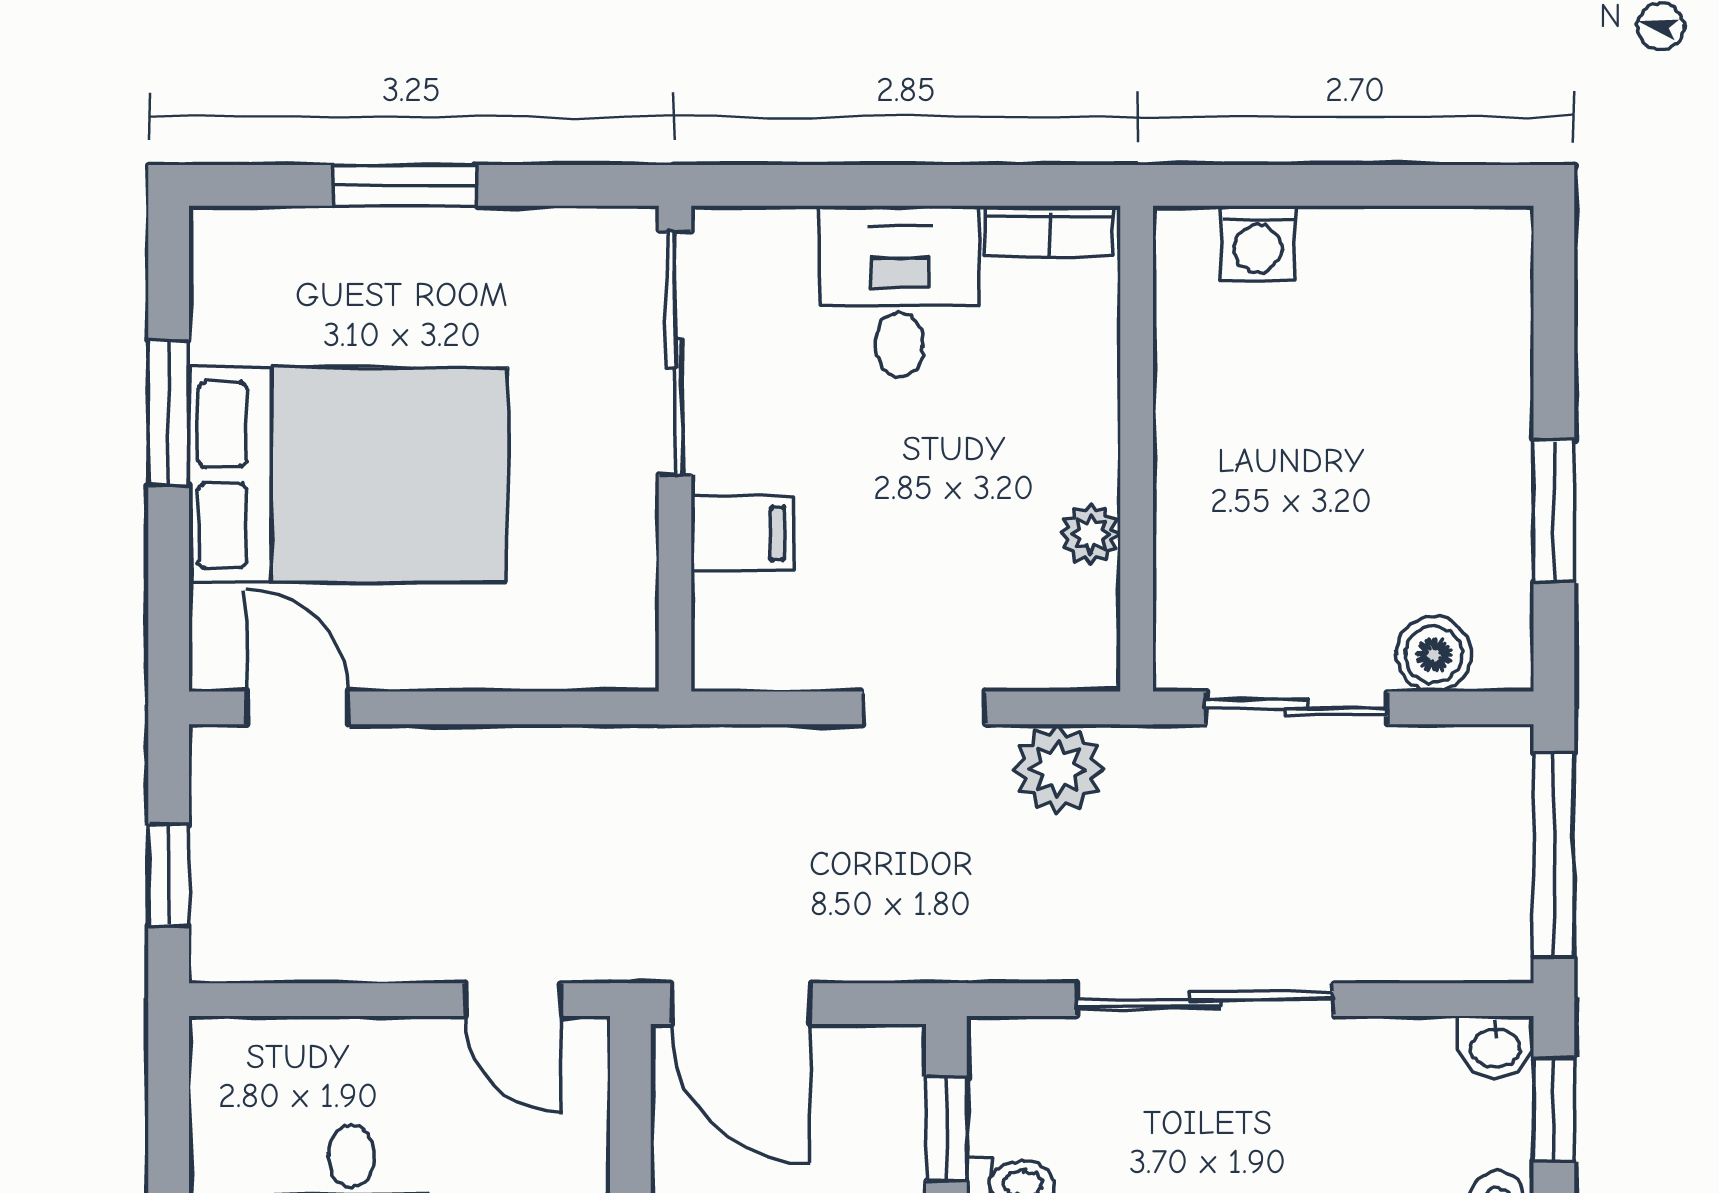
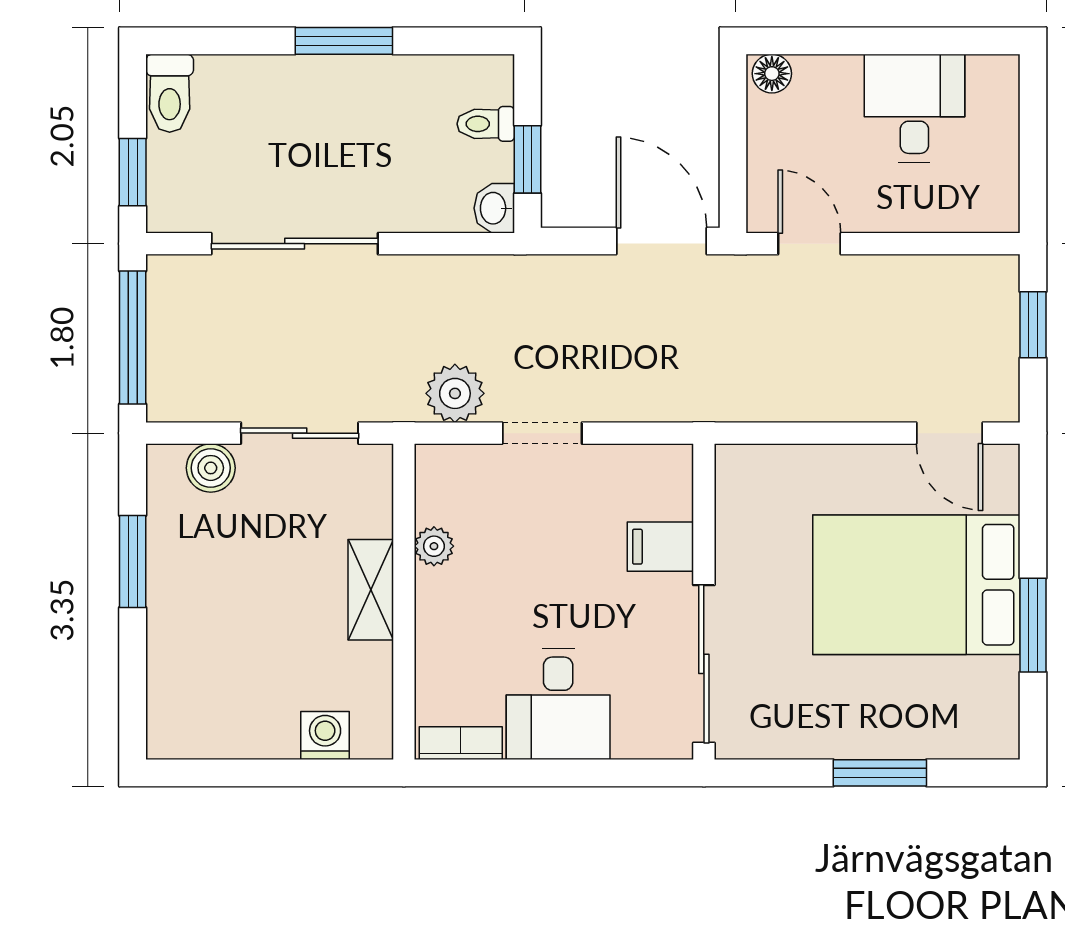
shelving: (1188, 467) -> (371, 590), added
sliding door: (1205, 1000) -> (295, 244), moved
washbasin: (1495, 1047) -> (494, 208), moved, turned -90

